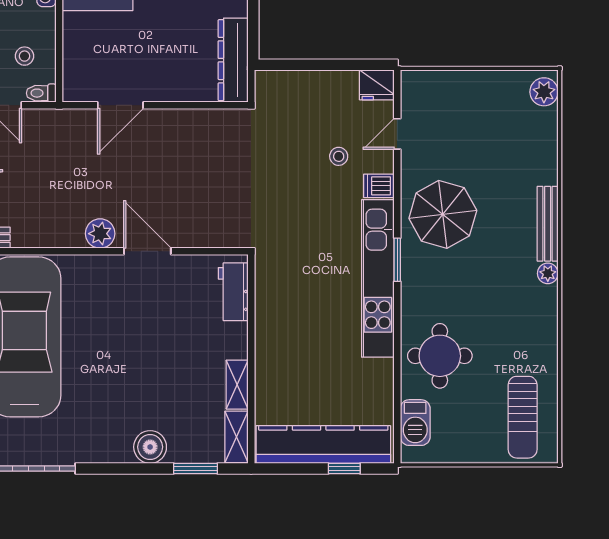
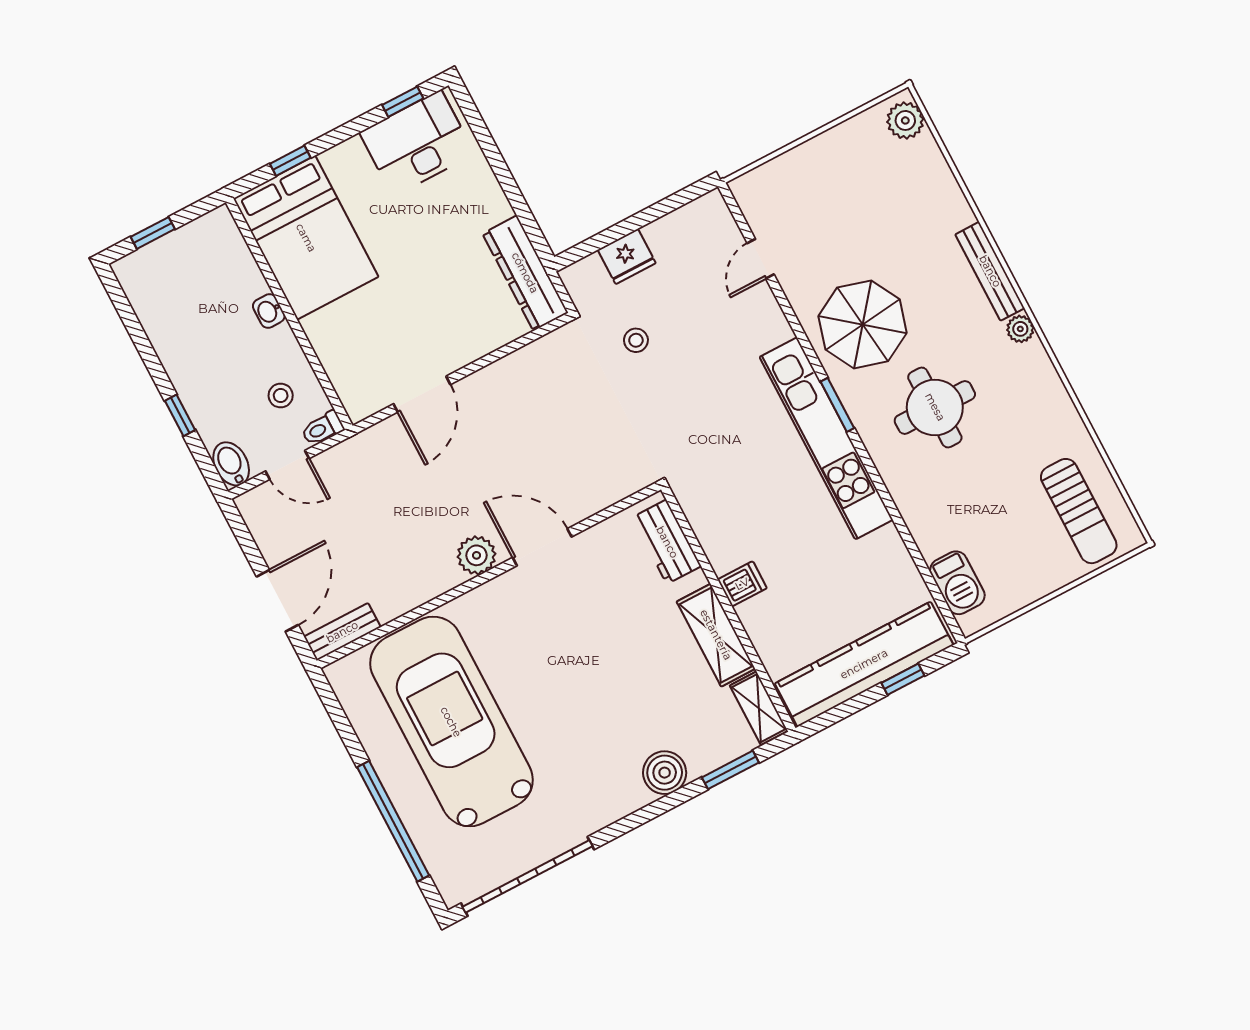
fridge: (377, 85) -> (627, 256), moved
stool: (339, 156) -> (636, 340), moved
dishwasher: (379, 186) -> (742, 584), moved, turned 180
round table: (440, 356) -> (935, 407), moved
shelving: (237, 385) -> (716, 635), width x1.50, depth x1.33

